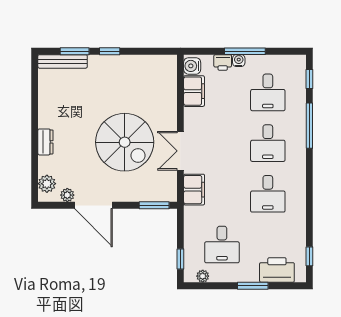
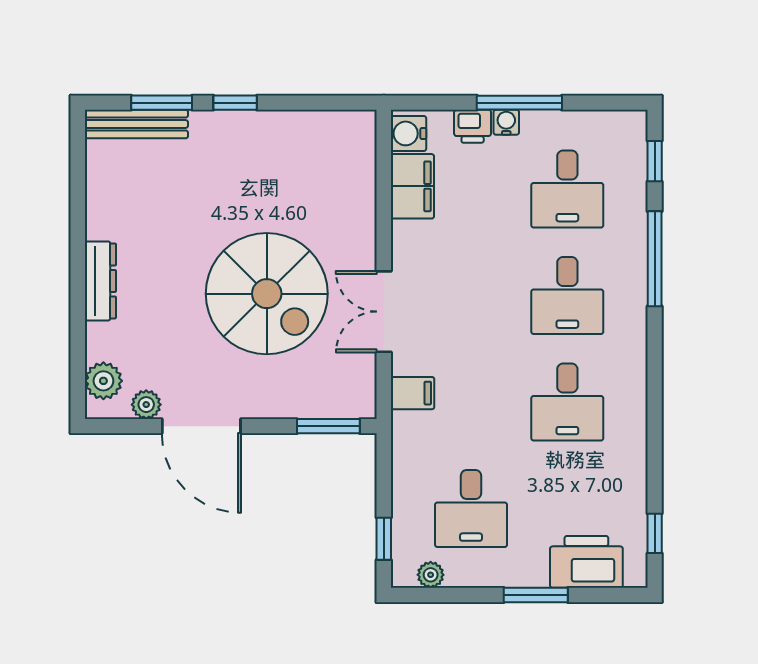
dresser: (45, 142) -> (100, 281), width x1.44
filing cabinet: (194, 190) -> (413, 393), width x0.50

